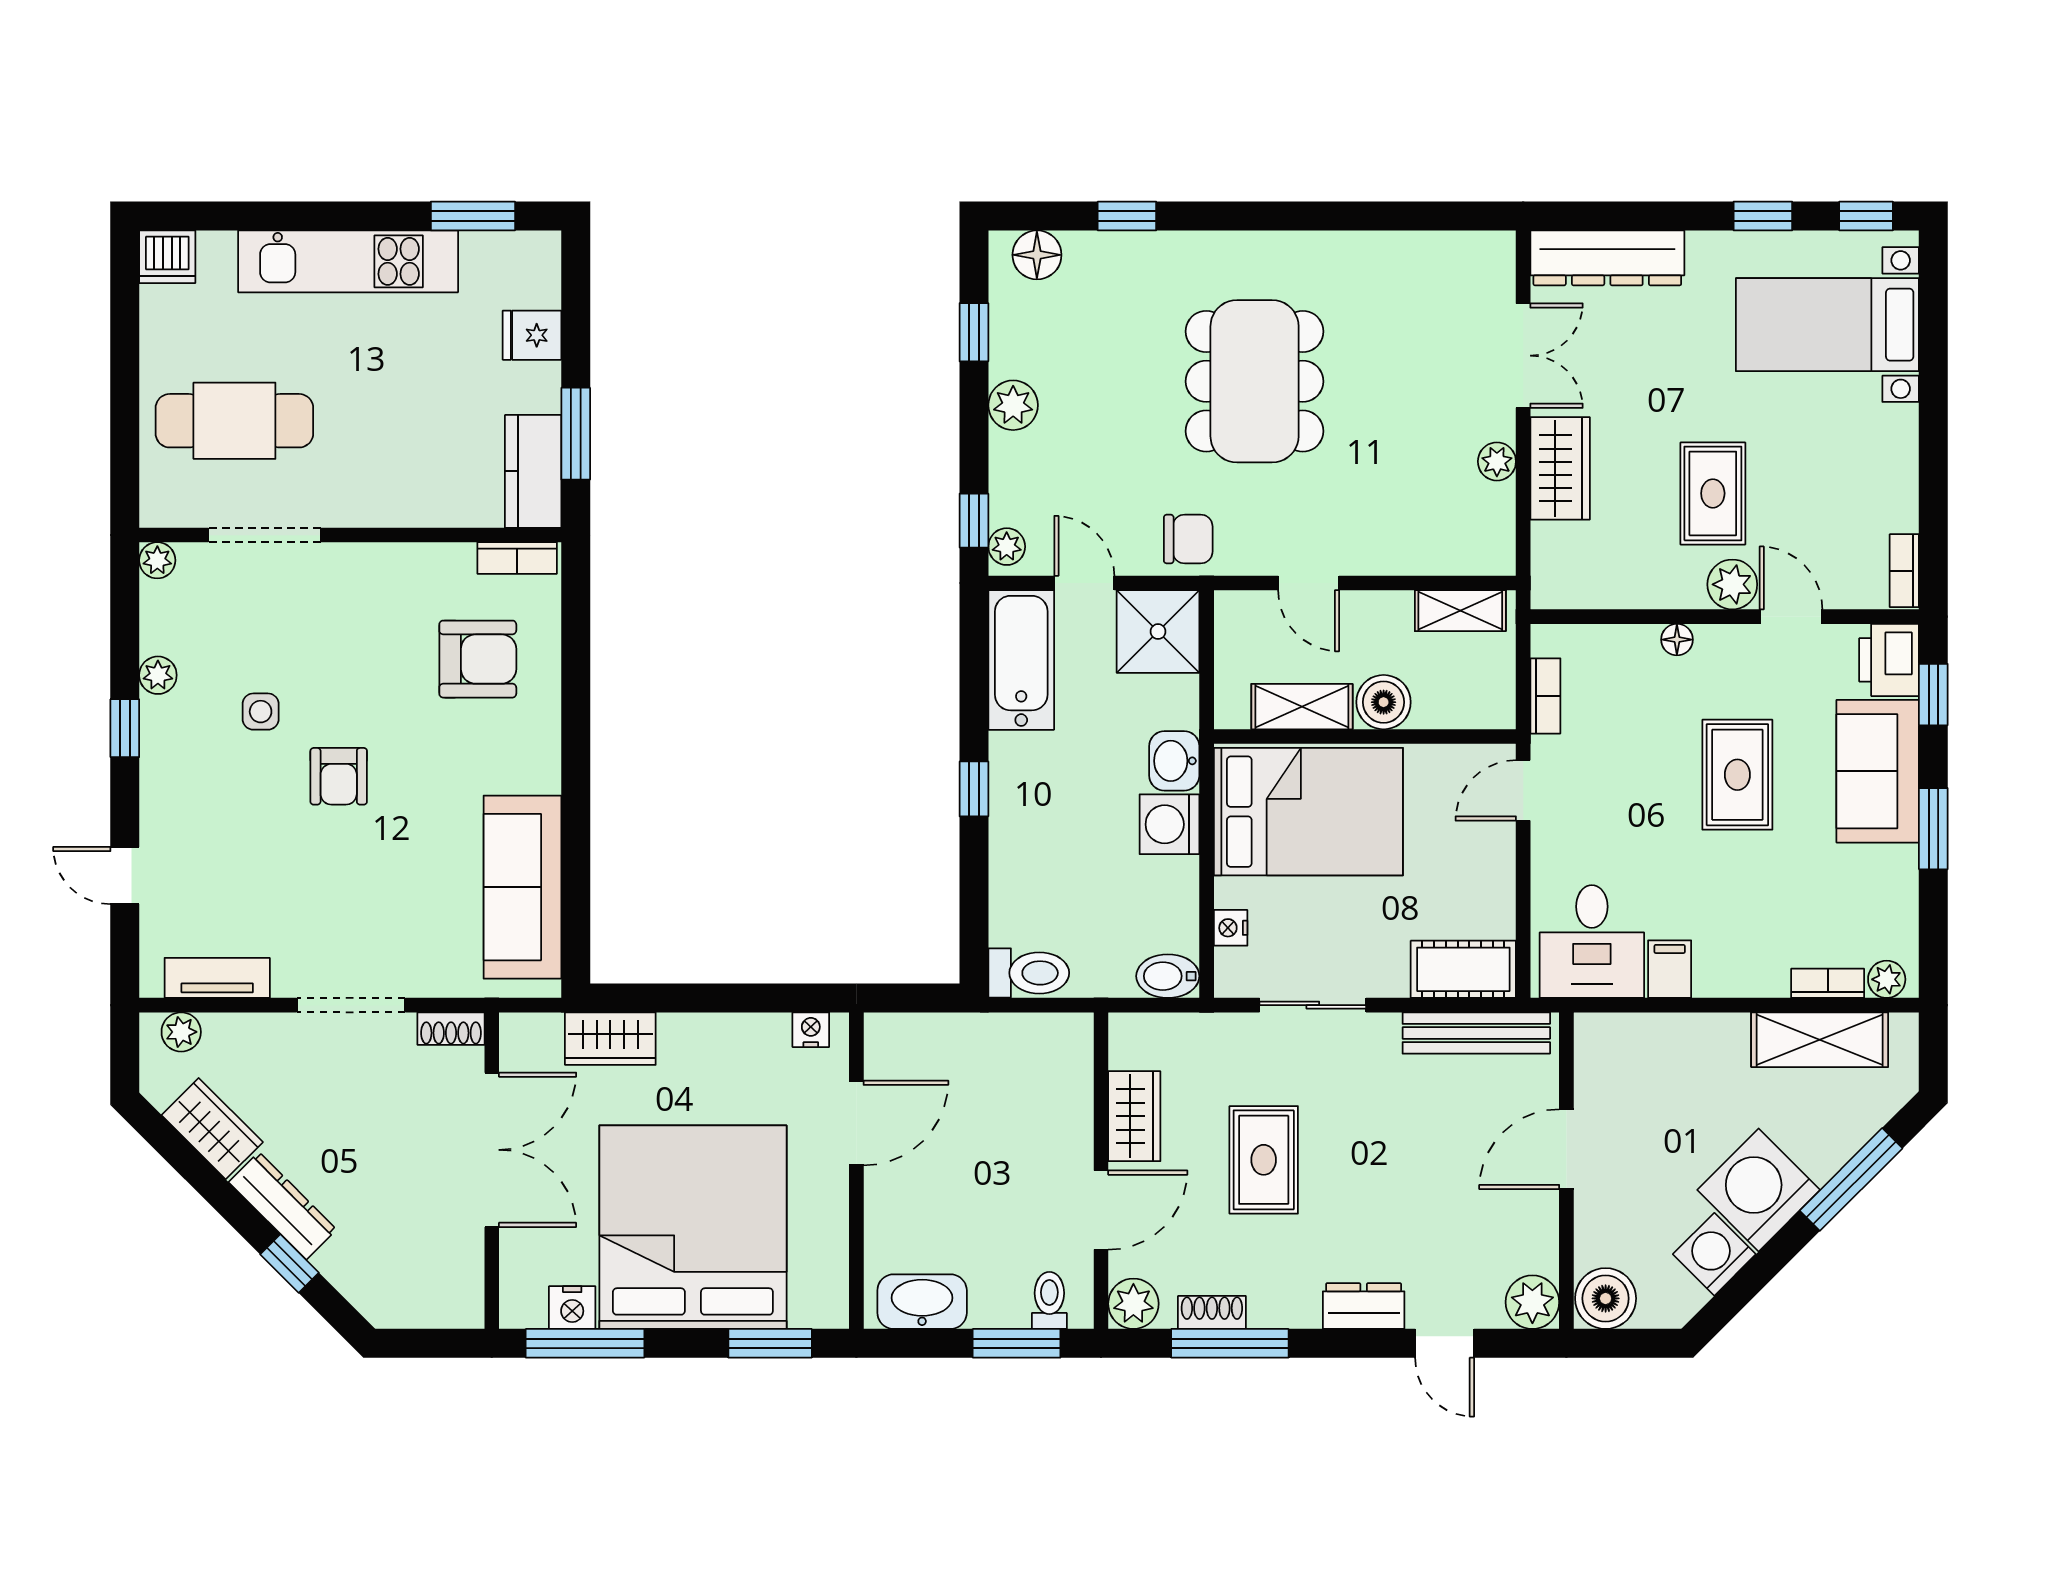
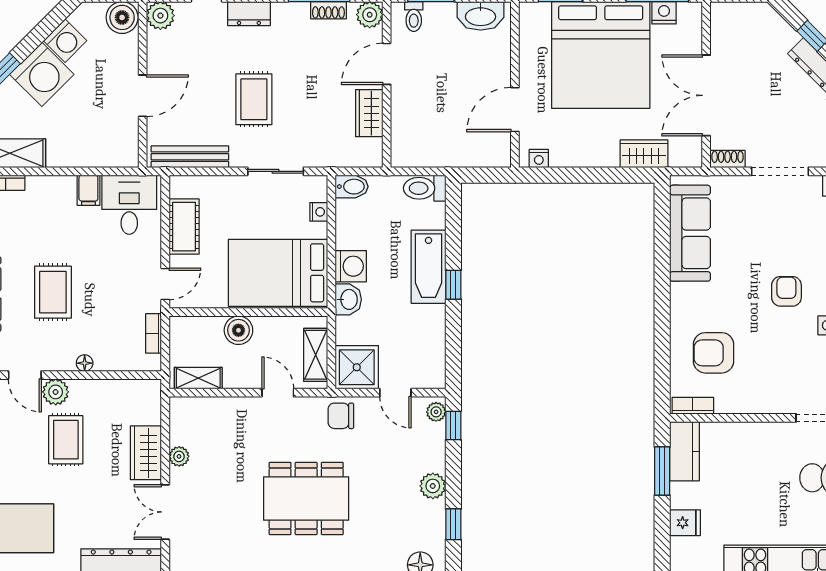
dining table: (1255, 381) -> (306, 499), turned 90
bathtub: (1021, 660) -> (429, 267), moved
shelving: (1302, 707) -> (316, 355), moved, turned 90
cot: (1463, 969) -> (184, 227), moved, turned 90
rug: (1264, 1160) -> (254, 99), moved

